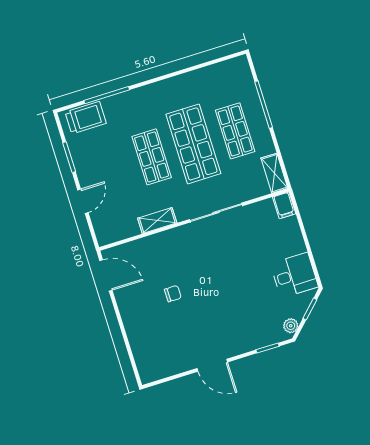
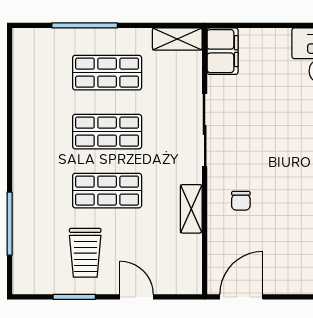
trolley: (86, 118) -> (85, 253), moved, turned 180
shop shelf: (193, 144) -> (107, 132), width x0.70, depth x0.74
filing cabinet: (284, 205) -> (223, 51), width x2.00
chair: (173, 294) -> (241, 201), moved, turned 180

